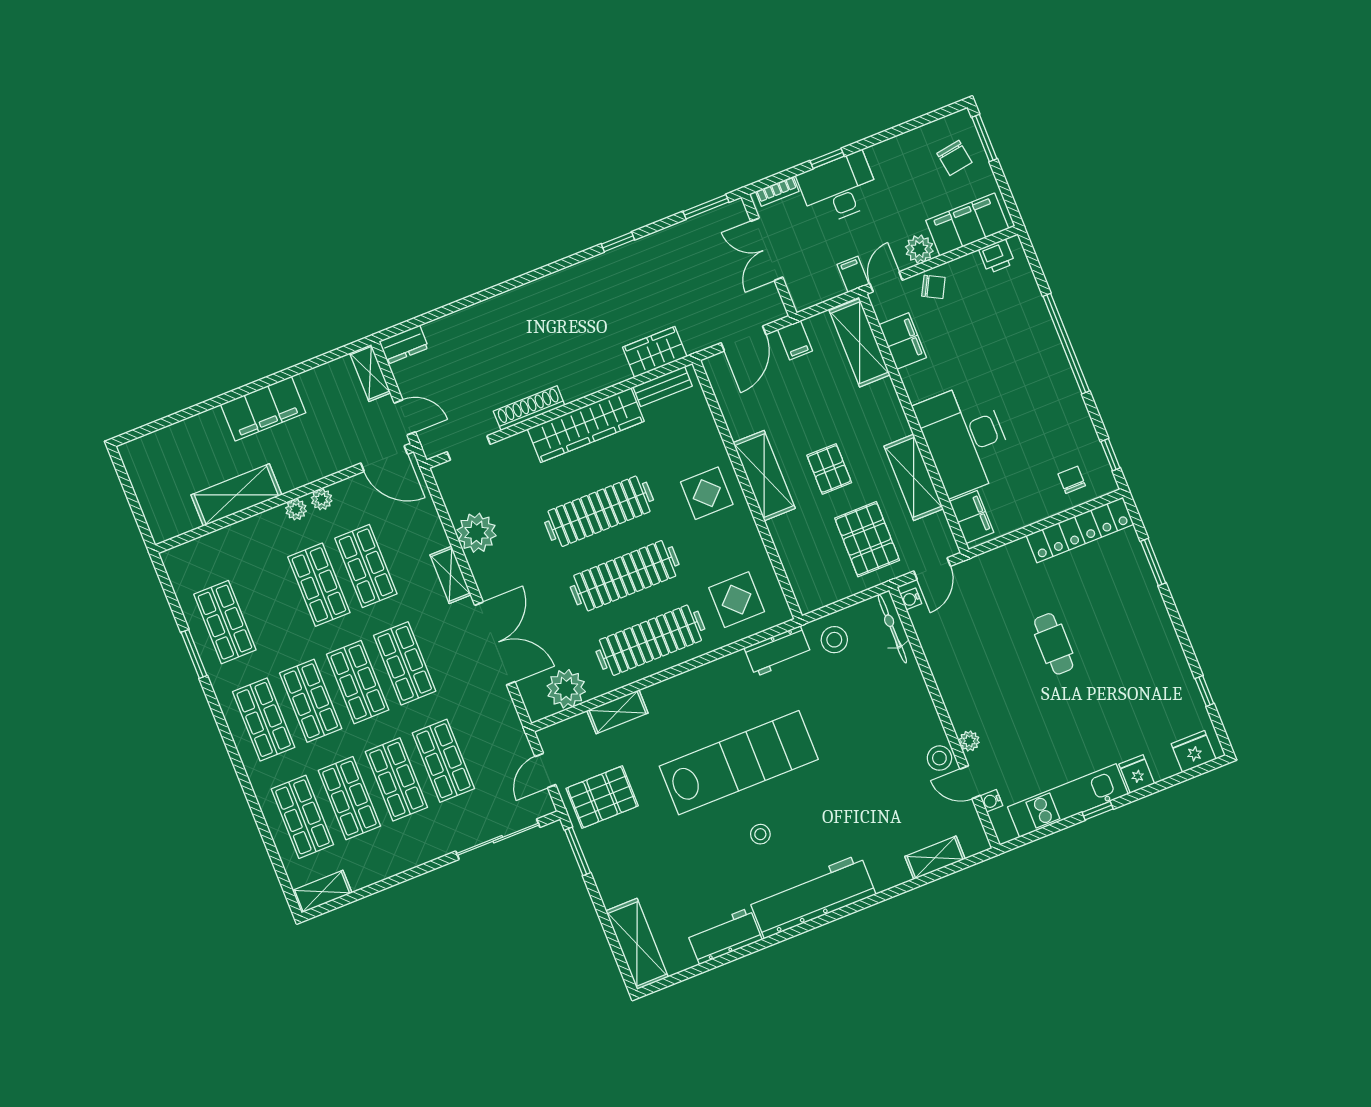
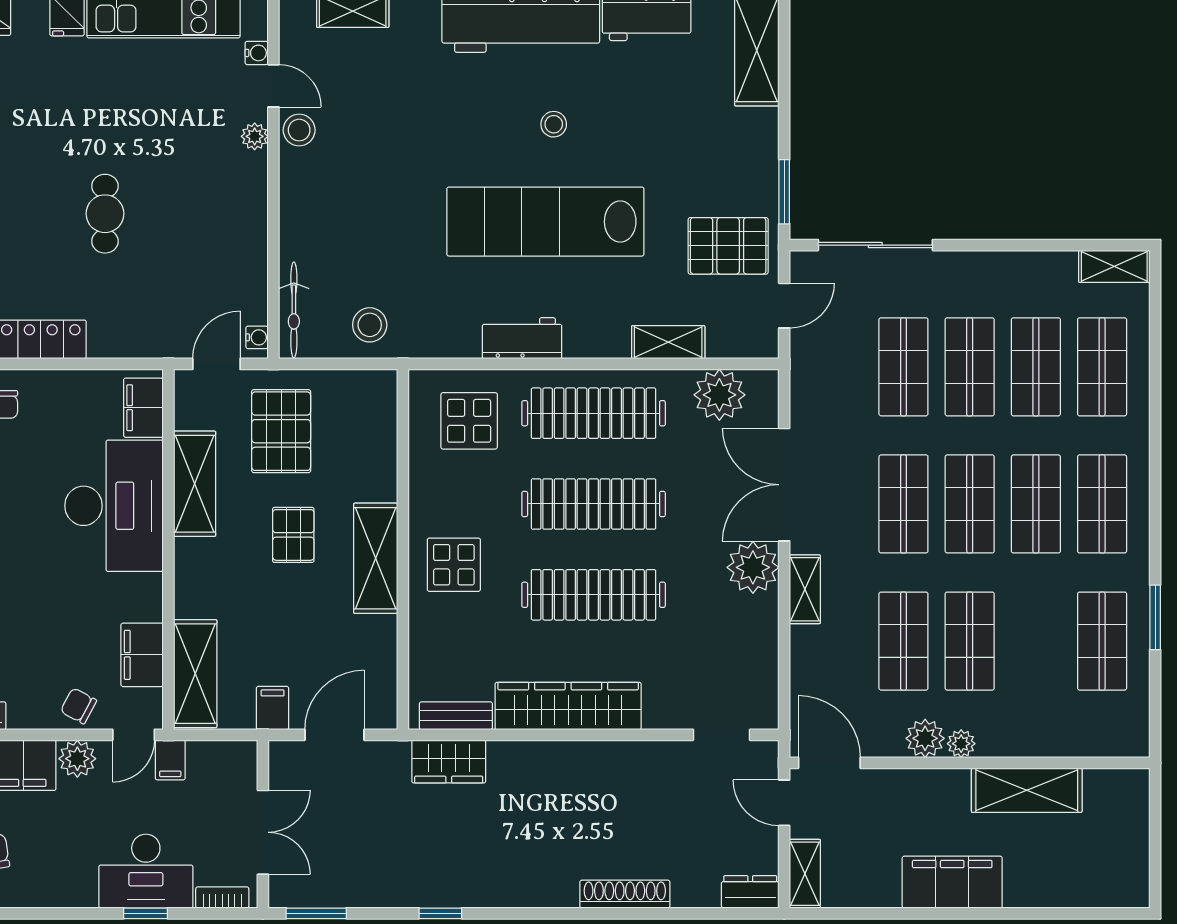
shoe rack: (529, 408) -> (625, 894), moved, turned 180
plant: (322, 499) -> (925, 738), width x1.38, depth x1.38
plant: (477, 533) -> (753, 567), moved
workbench: (778, 651) -> (522, 338), moved

